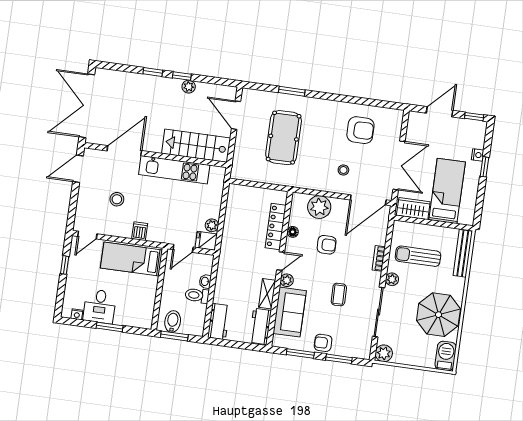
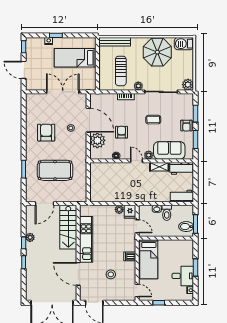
armchair: (360, 130) -> (46, 133), moved
door: (368, 200) -> (88, 120), moved
wardrobe: (413, 209) -> (90, 78), removed
locker: (276, 226) -> (114, 167), removed

